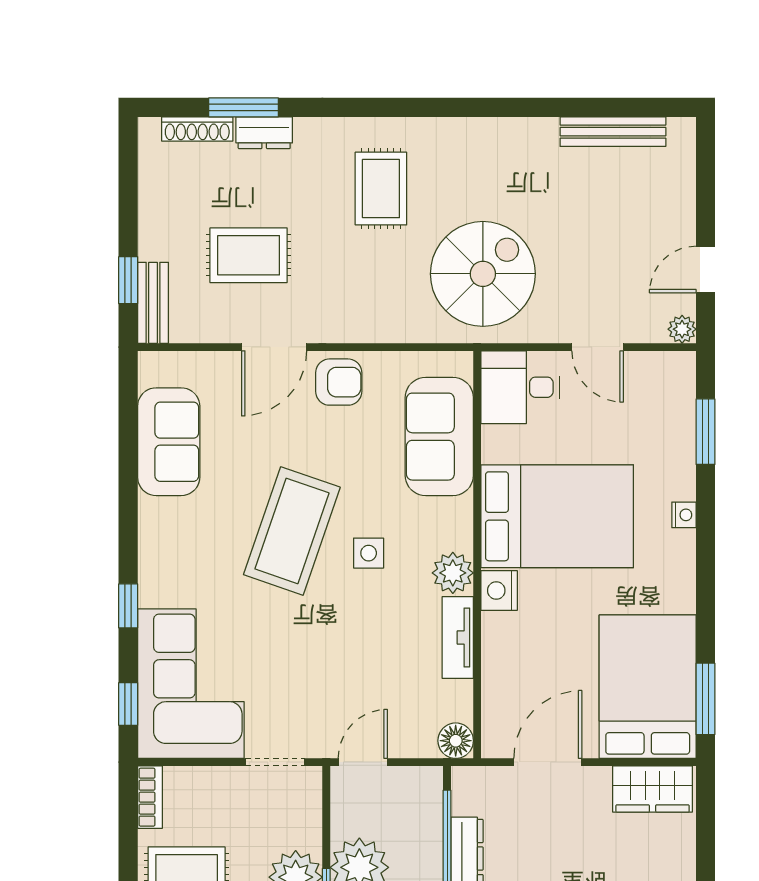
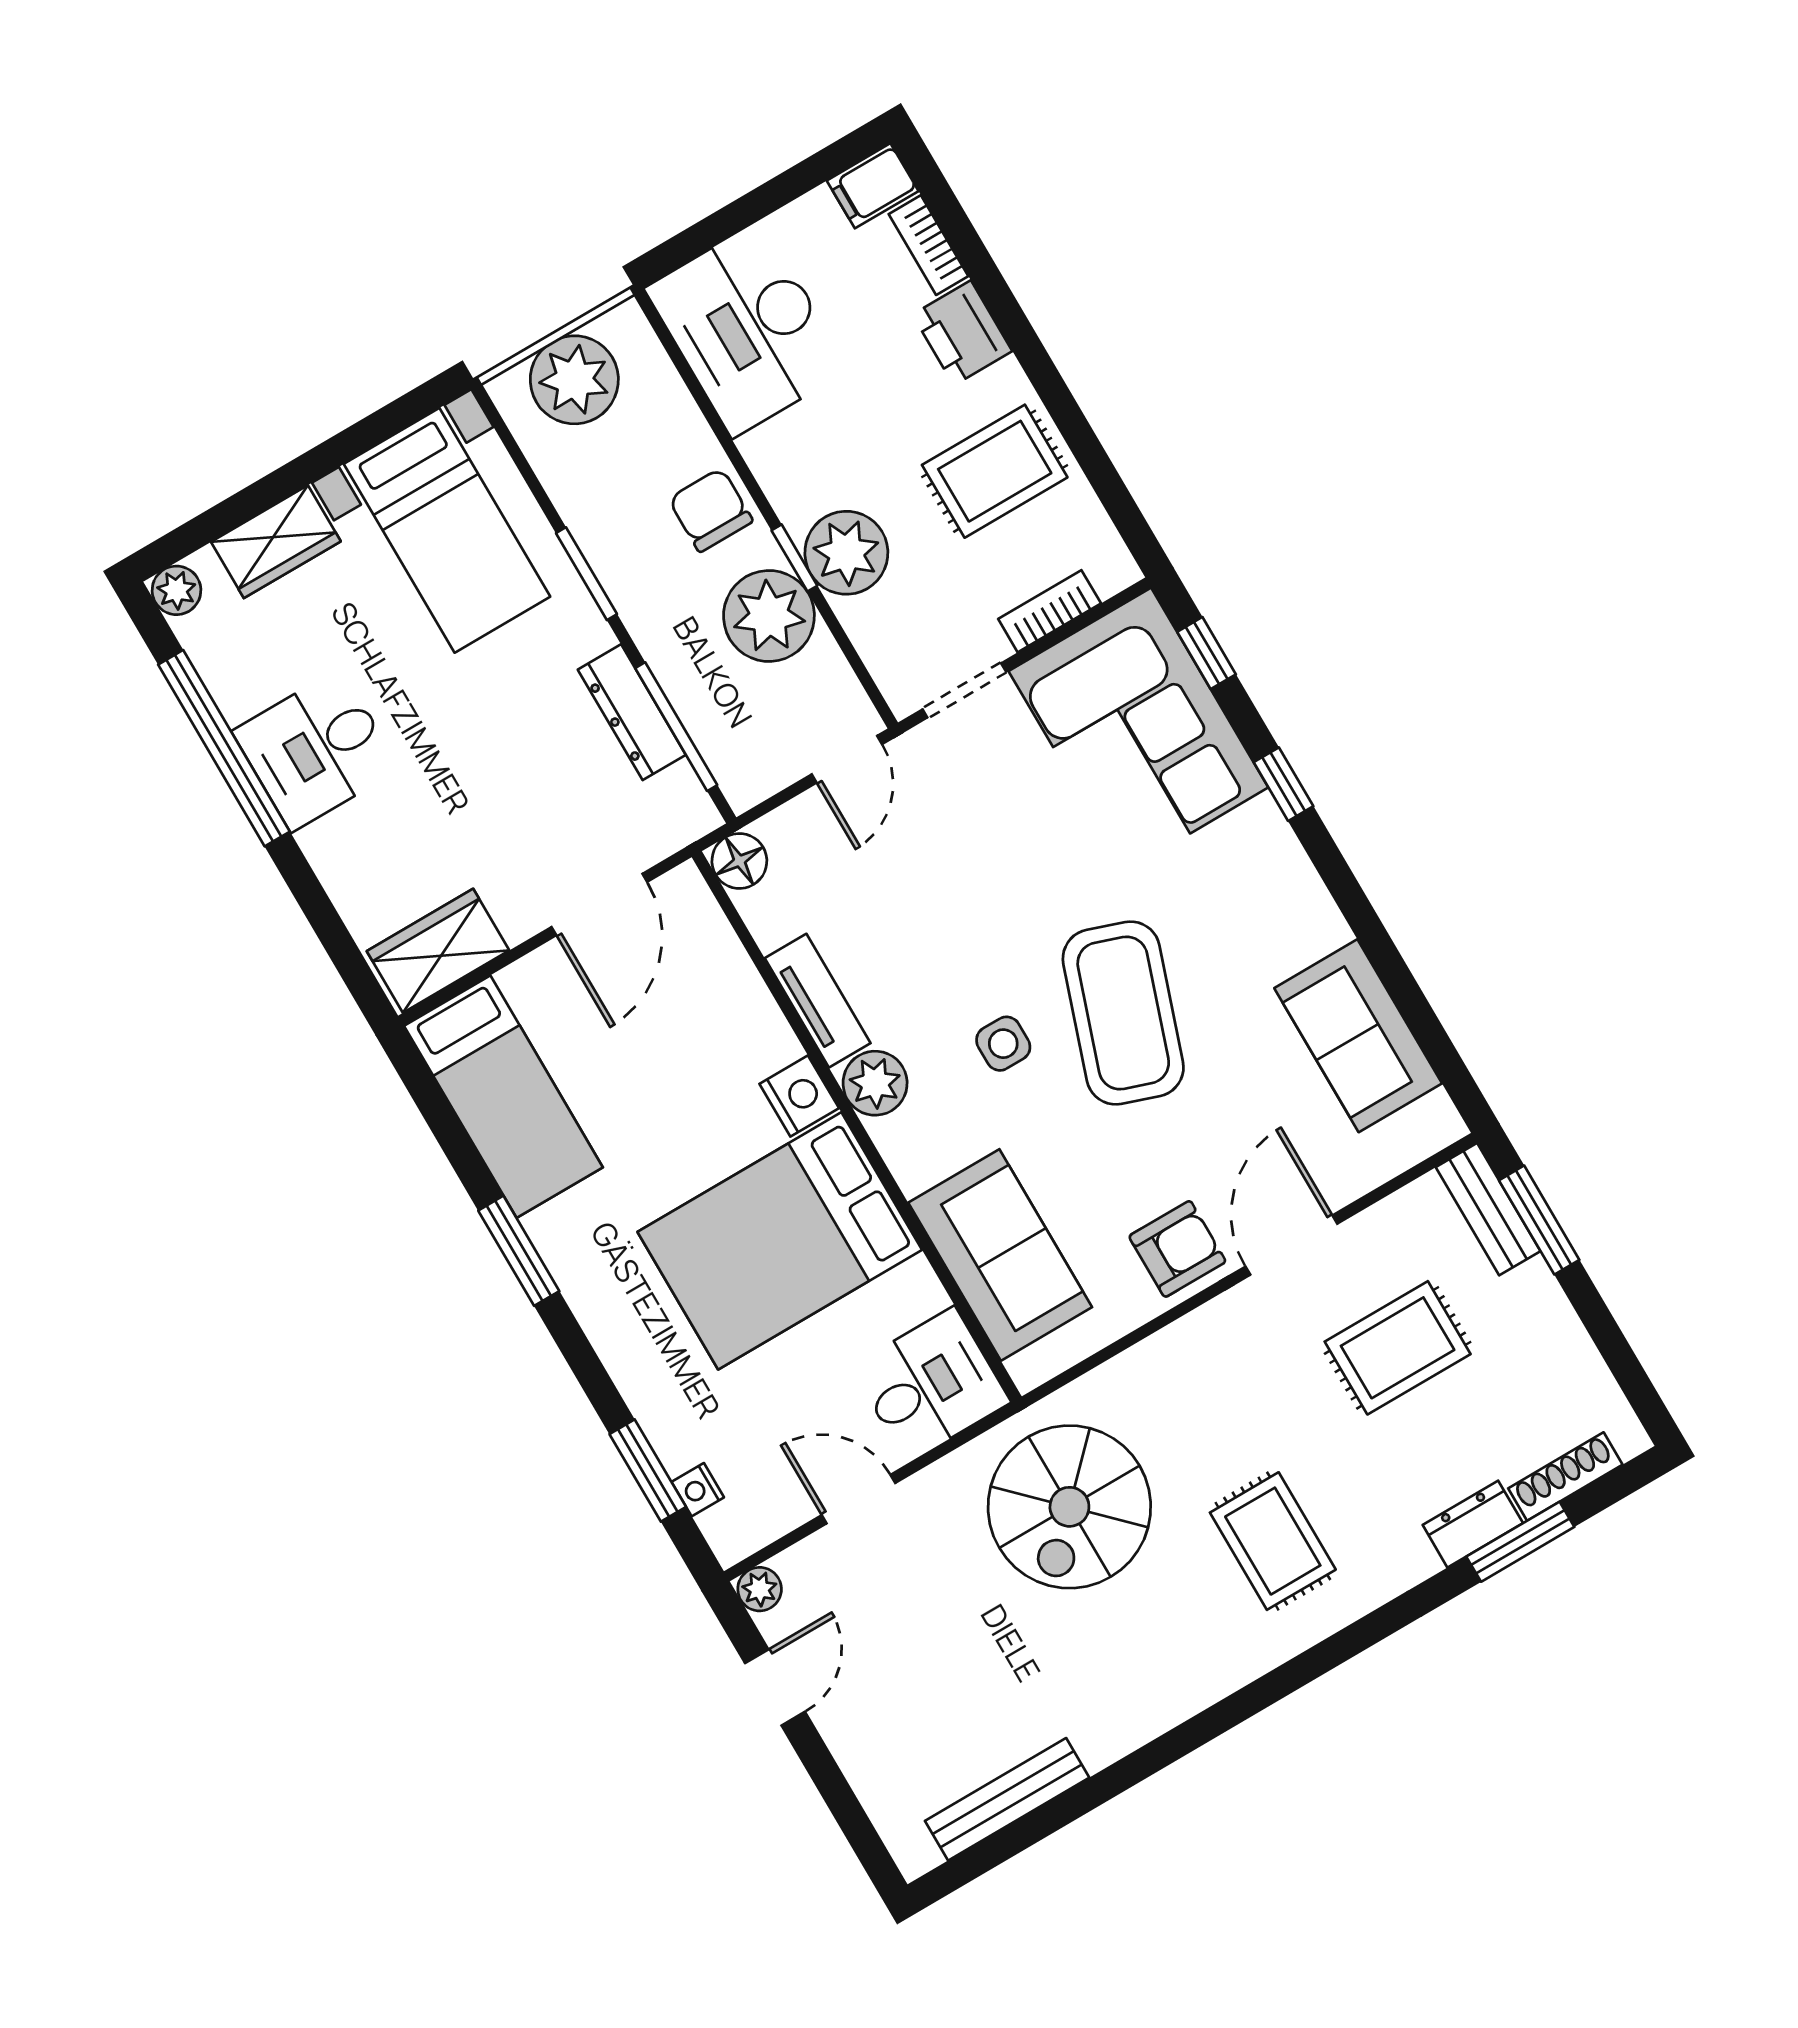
window: (128, 280) -> (1539, 1220), width x1.50
armchair: (339, 382) -> (1177, 1249), turned 180
nightstand: (684, 515) -> (698, 1490), moved
bed: (648, 687) -> (503, 1097), width x0.67
window: (706, 699) -> (519, 1251), moved
bookcase: (150, 797) -> (1050, 611), moved, turned 90

